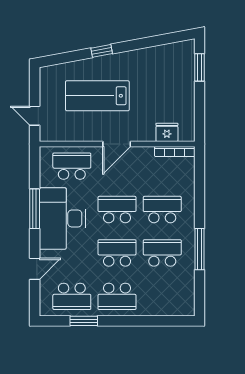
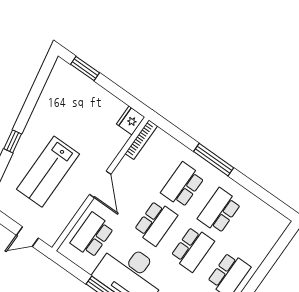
fridge: (167, 132) -> (131, 120), moved
school desk: (117, 210) -> (156, 223), turned 180
window: (200, 249) -> (214, 160), moved
school desk: (117, 253) -> (192, 249), turned 180

